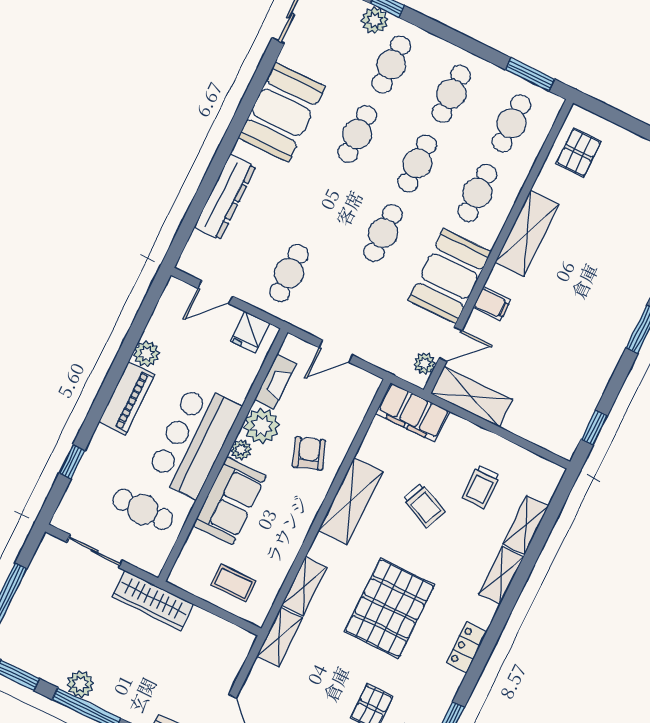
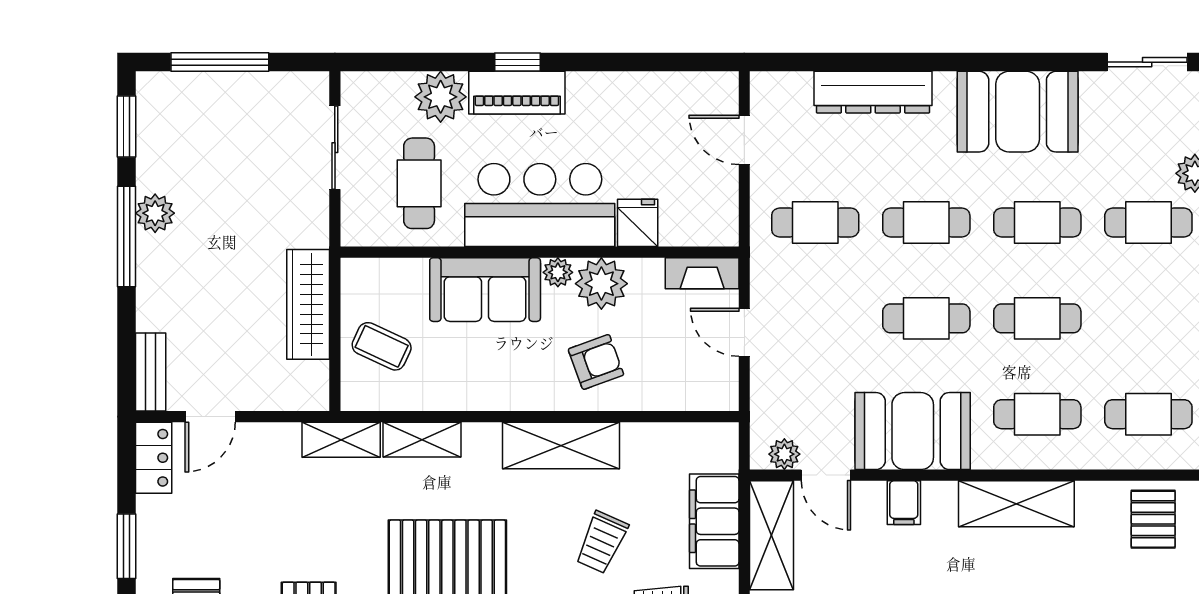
cafe table: (451, 94) -> (926, 222), moved
pallet: (579, 152) -> (1153, 519), turned 90
fridge: (250, 332) -> (638, 223), moved, turned 90
plant: (146, 354) -> (441, 97), moved, width x1.36, depth x1.36
fireplace: (275, 382) -> (702, 273), moved
piano: (127, 398) -> (517, 93), moved
filing cabinet: (413, 412) -> (714, 521), moved
window: (72, 462) -> (518, 62), moved
coffee table: (233, 583) -> (382, 346), turned -65
wardrobe: (153, 600) -> (308, 304), moved

